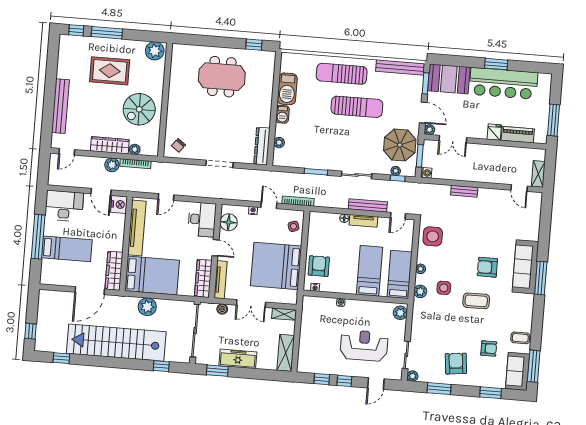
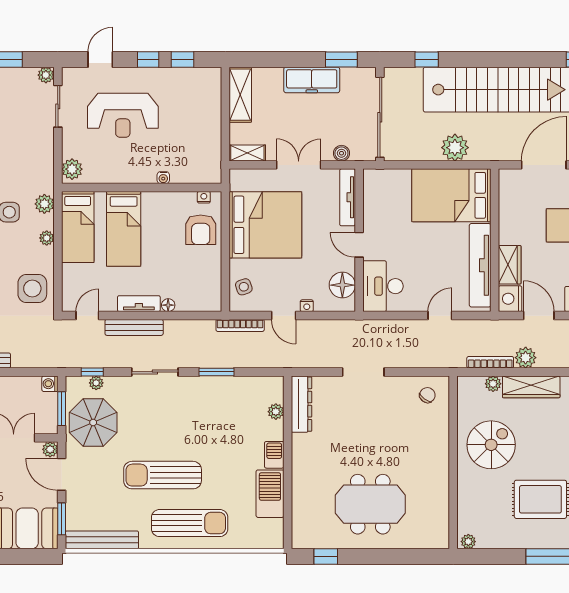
plant: (155, 51) -> (468, 542), width x0.53, depth x0.53
wardrobe: (114, 271) -> (510, 265), moved, width x0.67
wardrobe: (203, 278) -> (374, 197), removed

